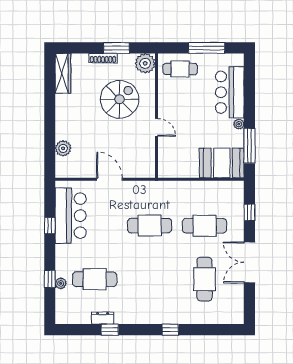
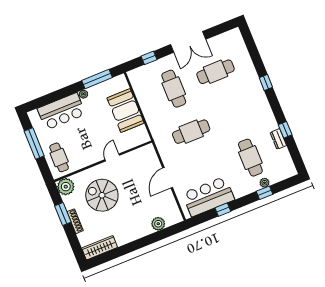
booth: (222, 163) -> (125, 111), moved
cafe table: (150, 226) -> (191, 132), turned 90

